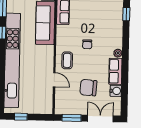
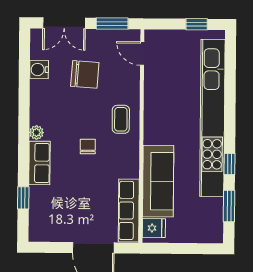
row of seats: (115, 71) -> (39, 163), moved
door: (54, 80) -> (142, 54), moved

